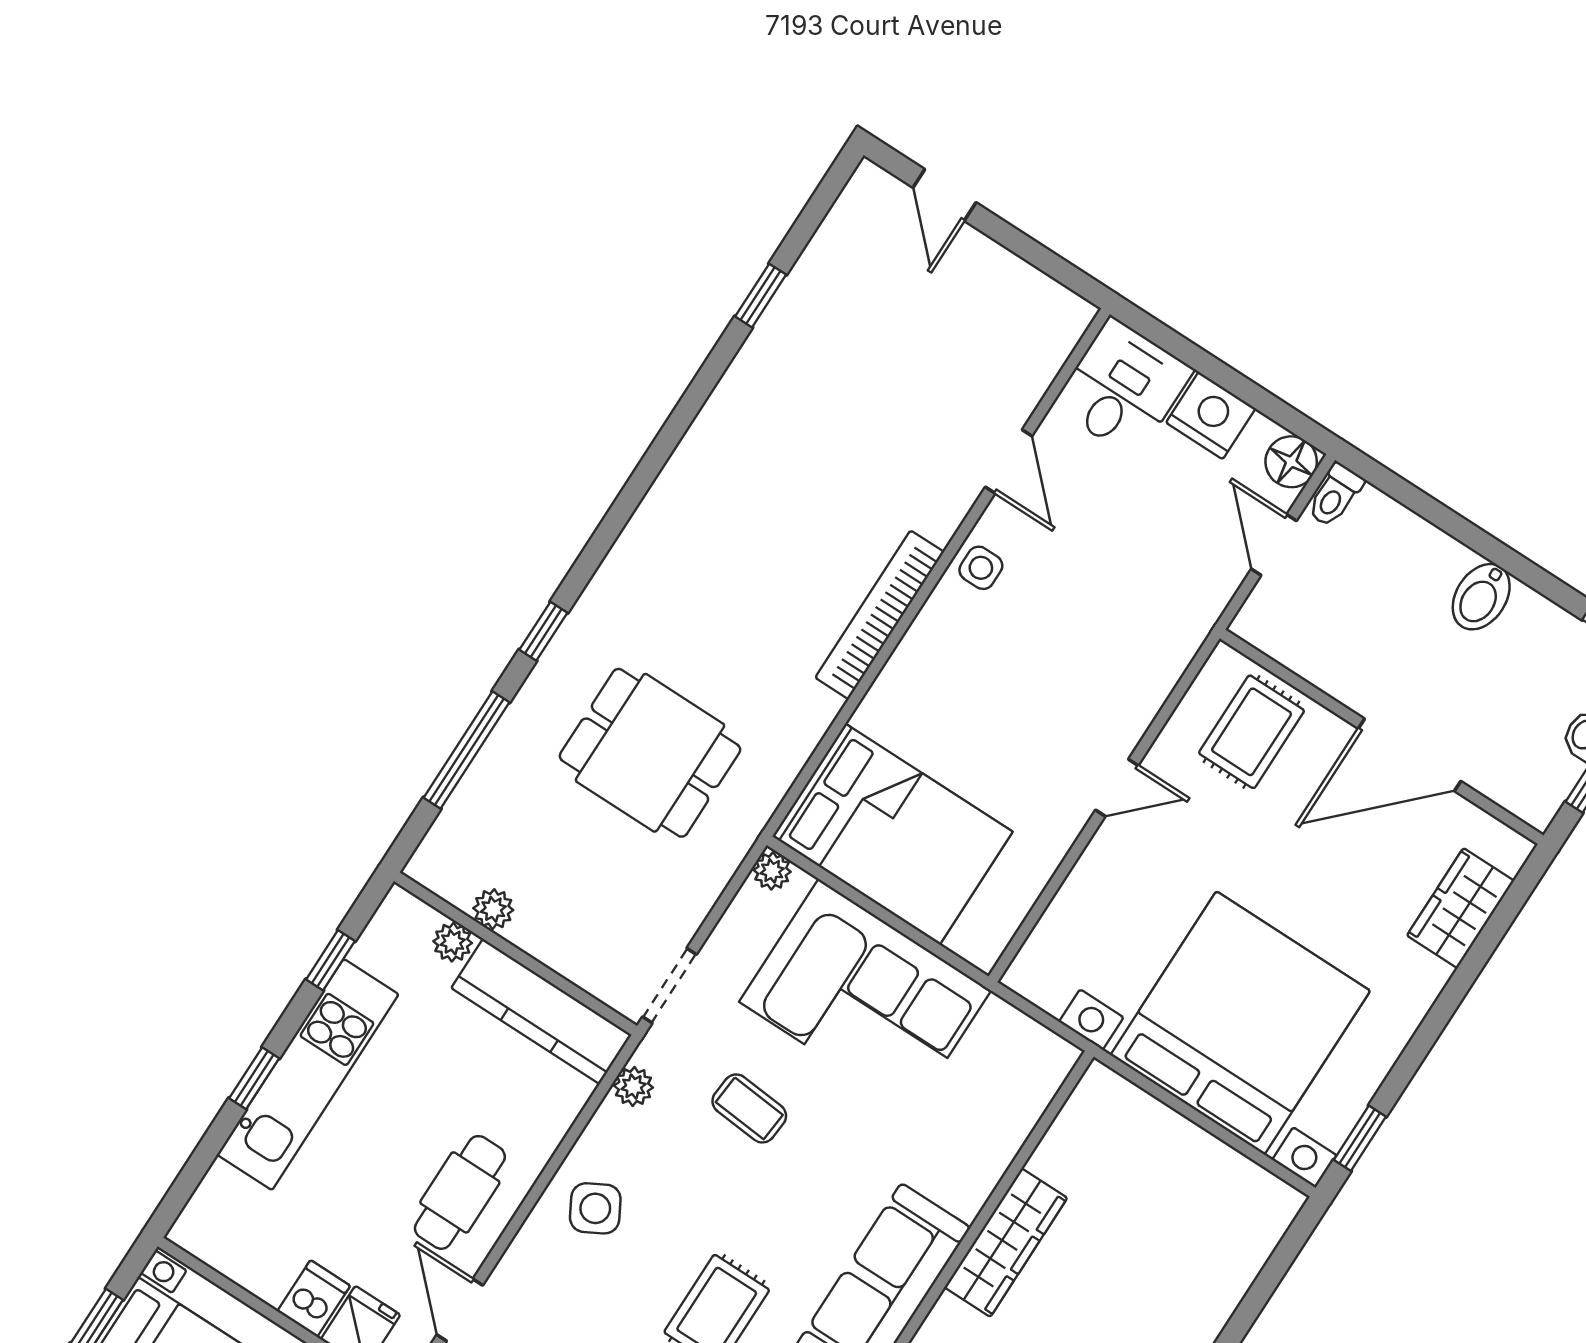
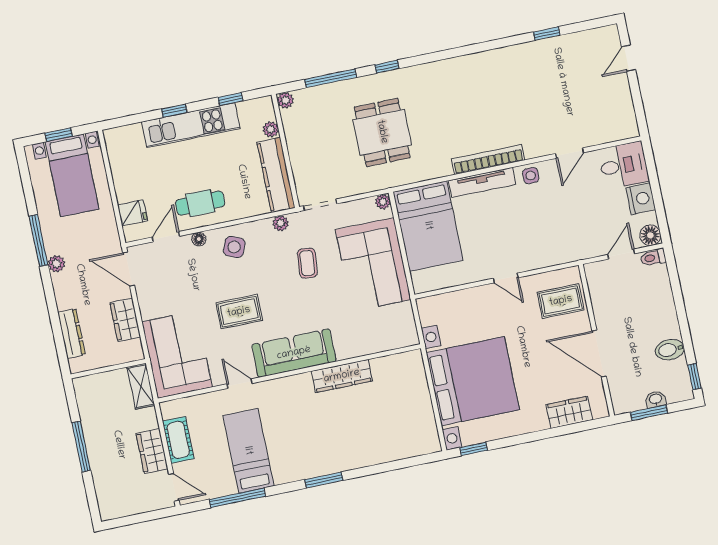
bidet: (1481, 597) -> (670, 350), moved
tv unit: (909, 664) -> (482, 182), added
plant: (493, 909) -> (285, 100), moved
side table: (595, 1208) -> (234, 247), turned -38
floor lamp: (520, 1256) -> (199, 239), added
dishwasher: (314, 1299) -> (127, 191), removed

